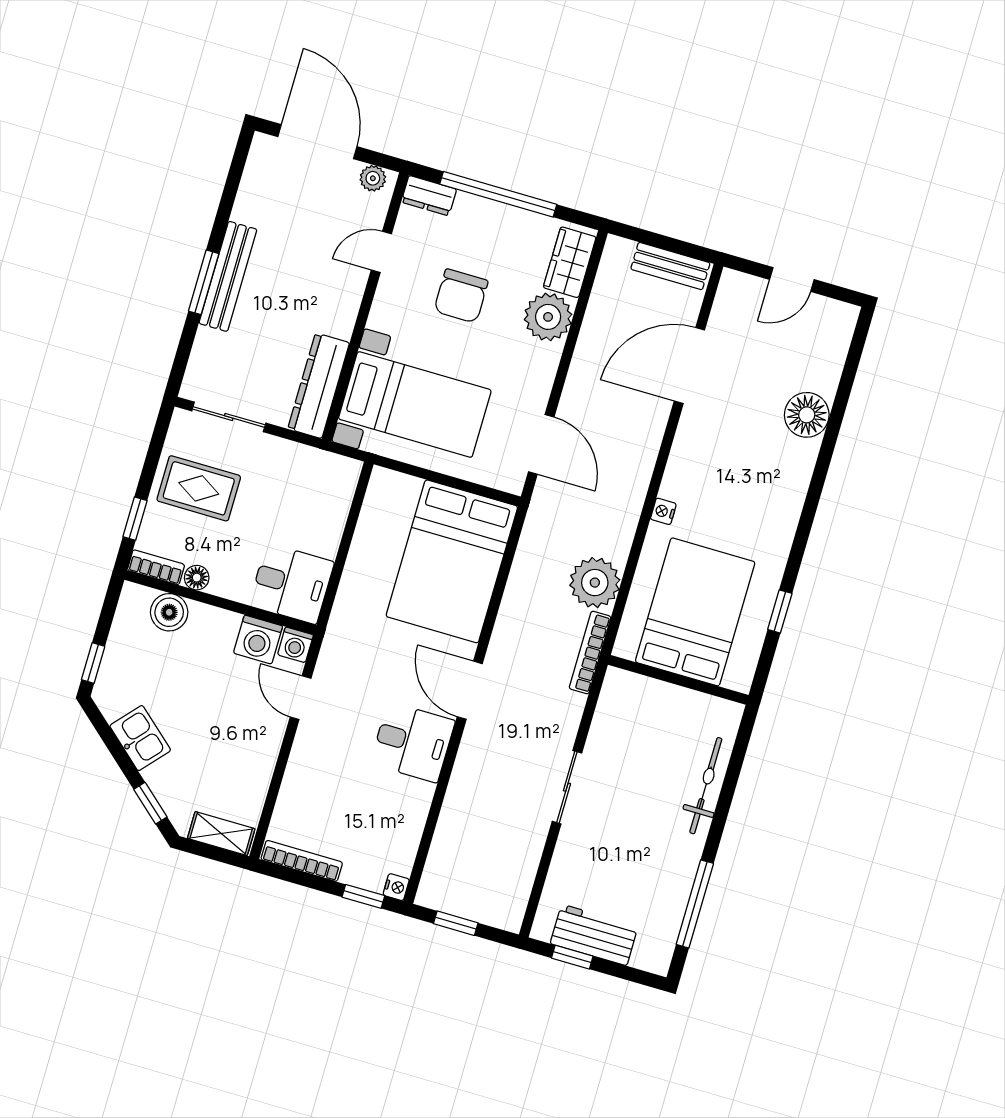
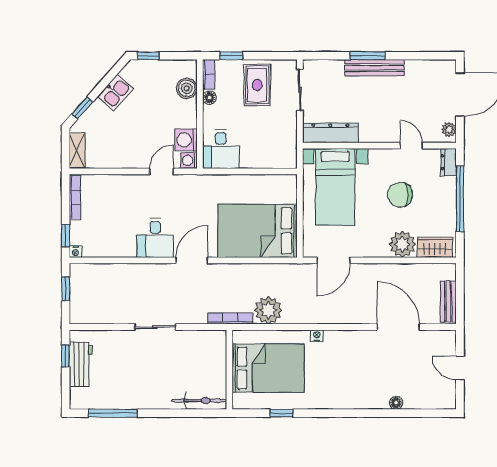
floor lamp: (807, 415) -> (396, 403), width x0.53, depth x0.53
bicycle: (706, 786) -> (199, 401), moved

